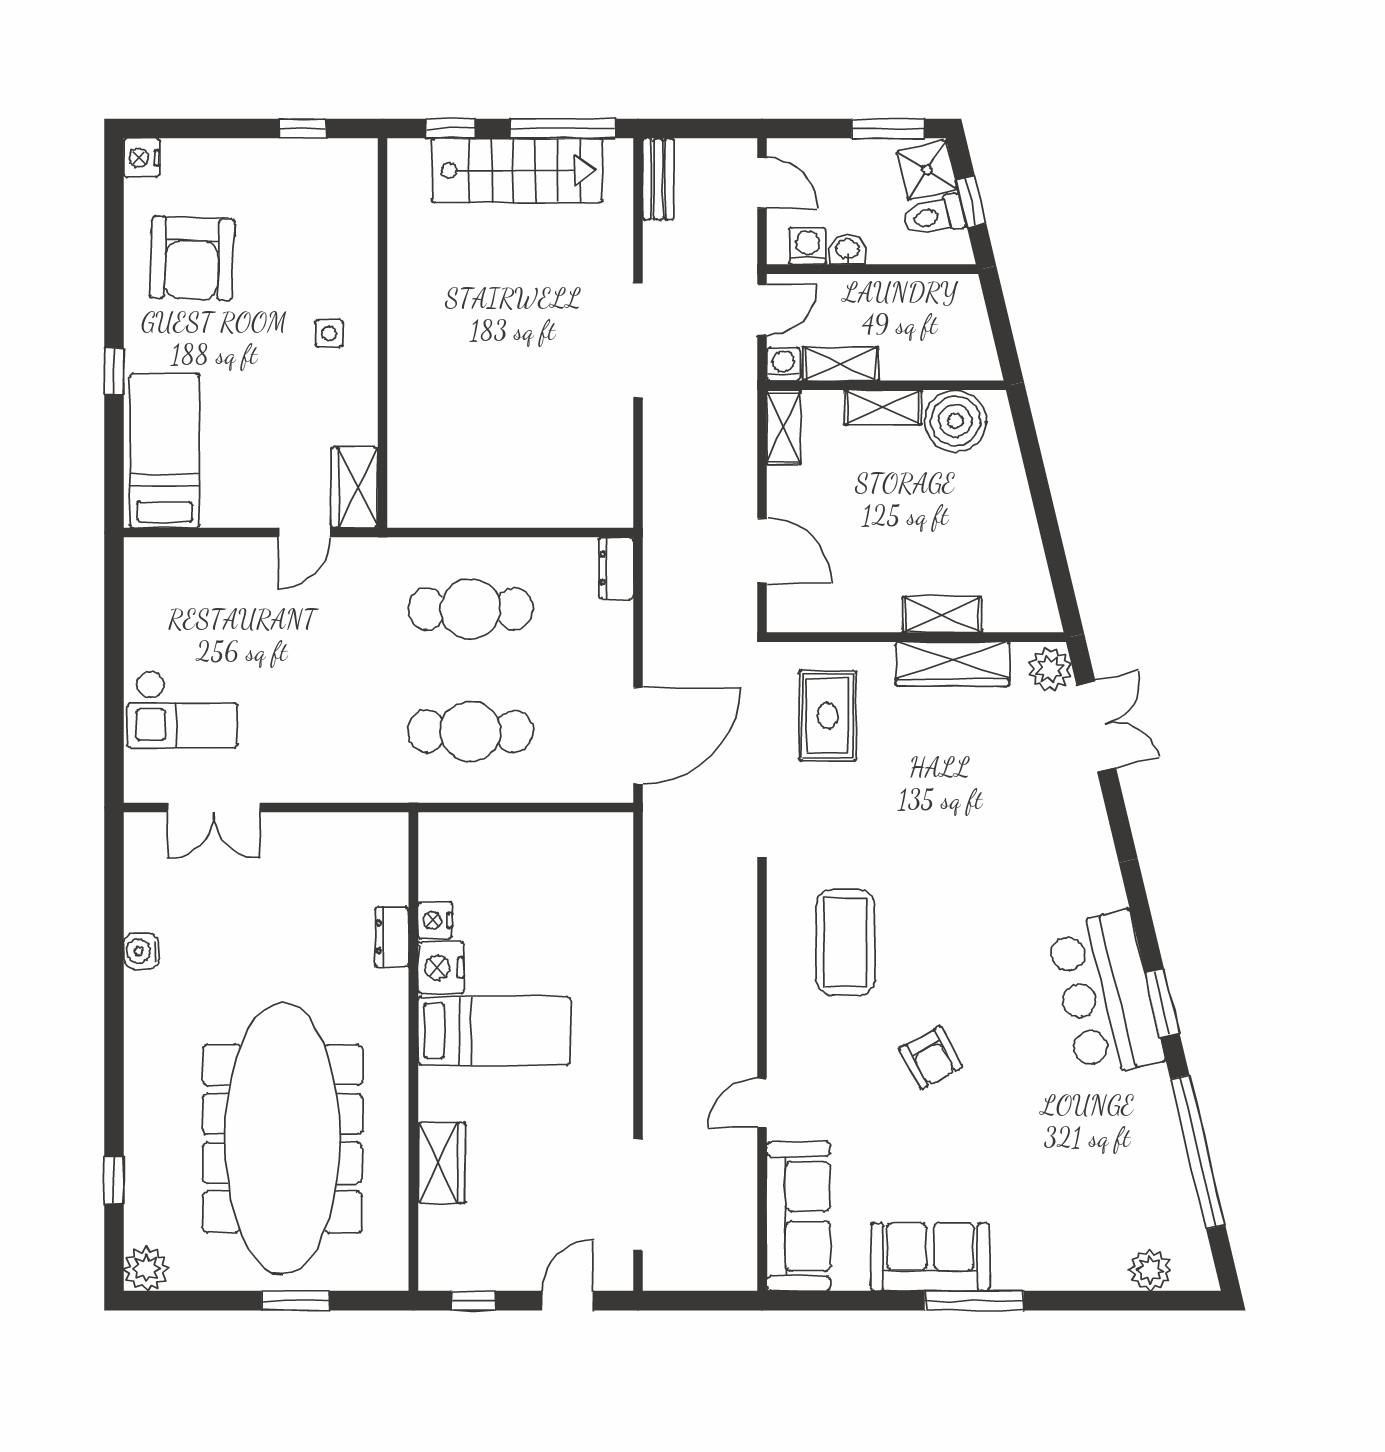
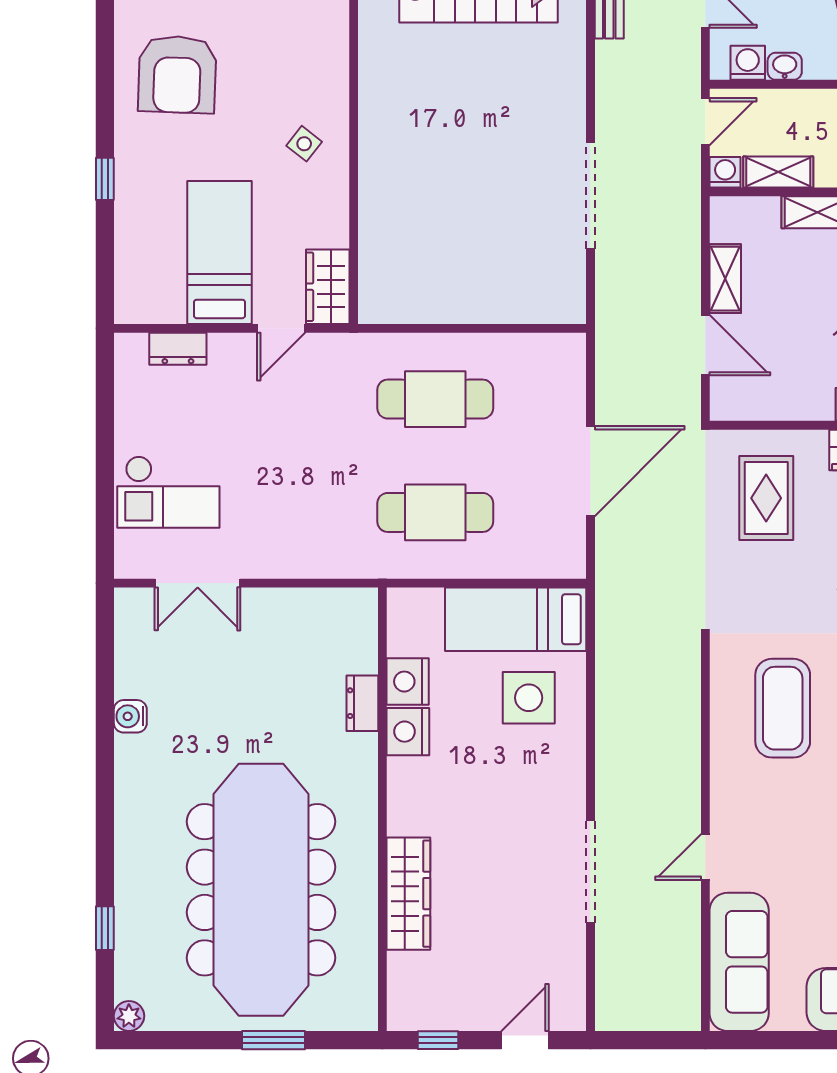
side table: (329, 333) -> (304, 144), turned 38
doorway: (638, 340) -> (591, 195), moved
shelving: (783, 427) -> (725, 279), moved
bed: (165, 451) -> (220, 252), moved
dresser: (616, 568) -> (178, 349), moved, turned -90
door: (638, 736) -> (591, 471), moved
nightstand: (435, 920) -> (408, 682), width x1.36, depth x1.33
side table: (571, 931) -> (529, 698), added
bed: (494, 1031) -> (516, 619), moved, turned 180
wardrobe: (442, 1163) -> (408, 894), width x1.50
doorway: (638, 1195) -> (591, 872), moved
plant: (146, 1269) -> (129, 1016), width x0.73, depth x0.73

